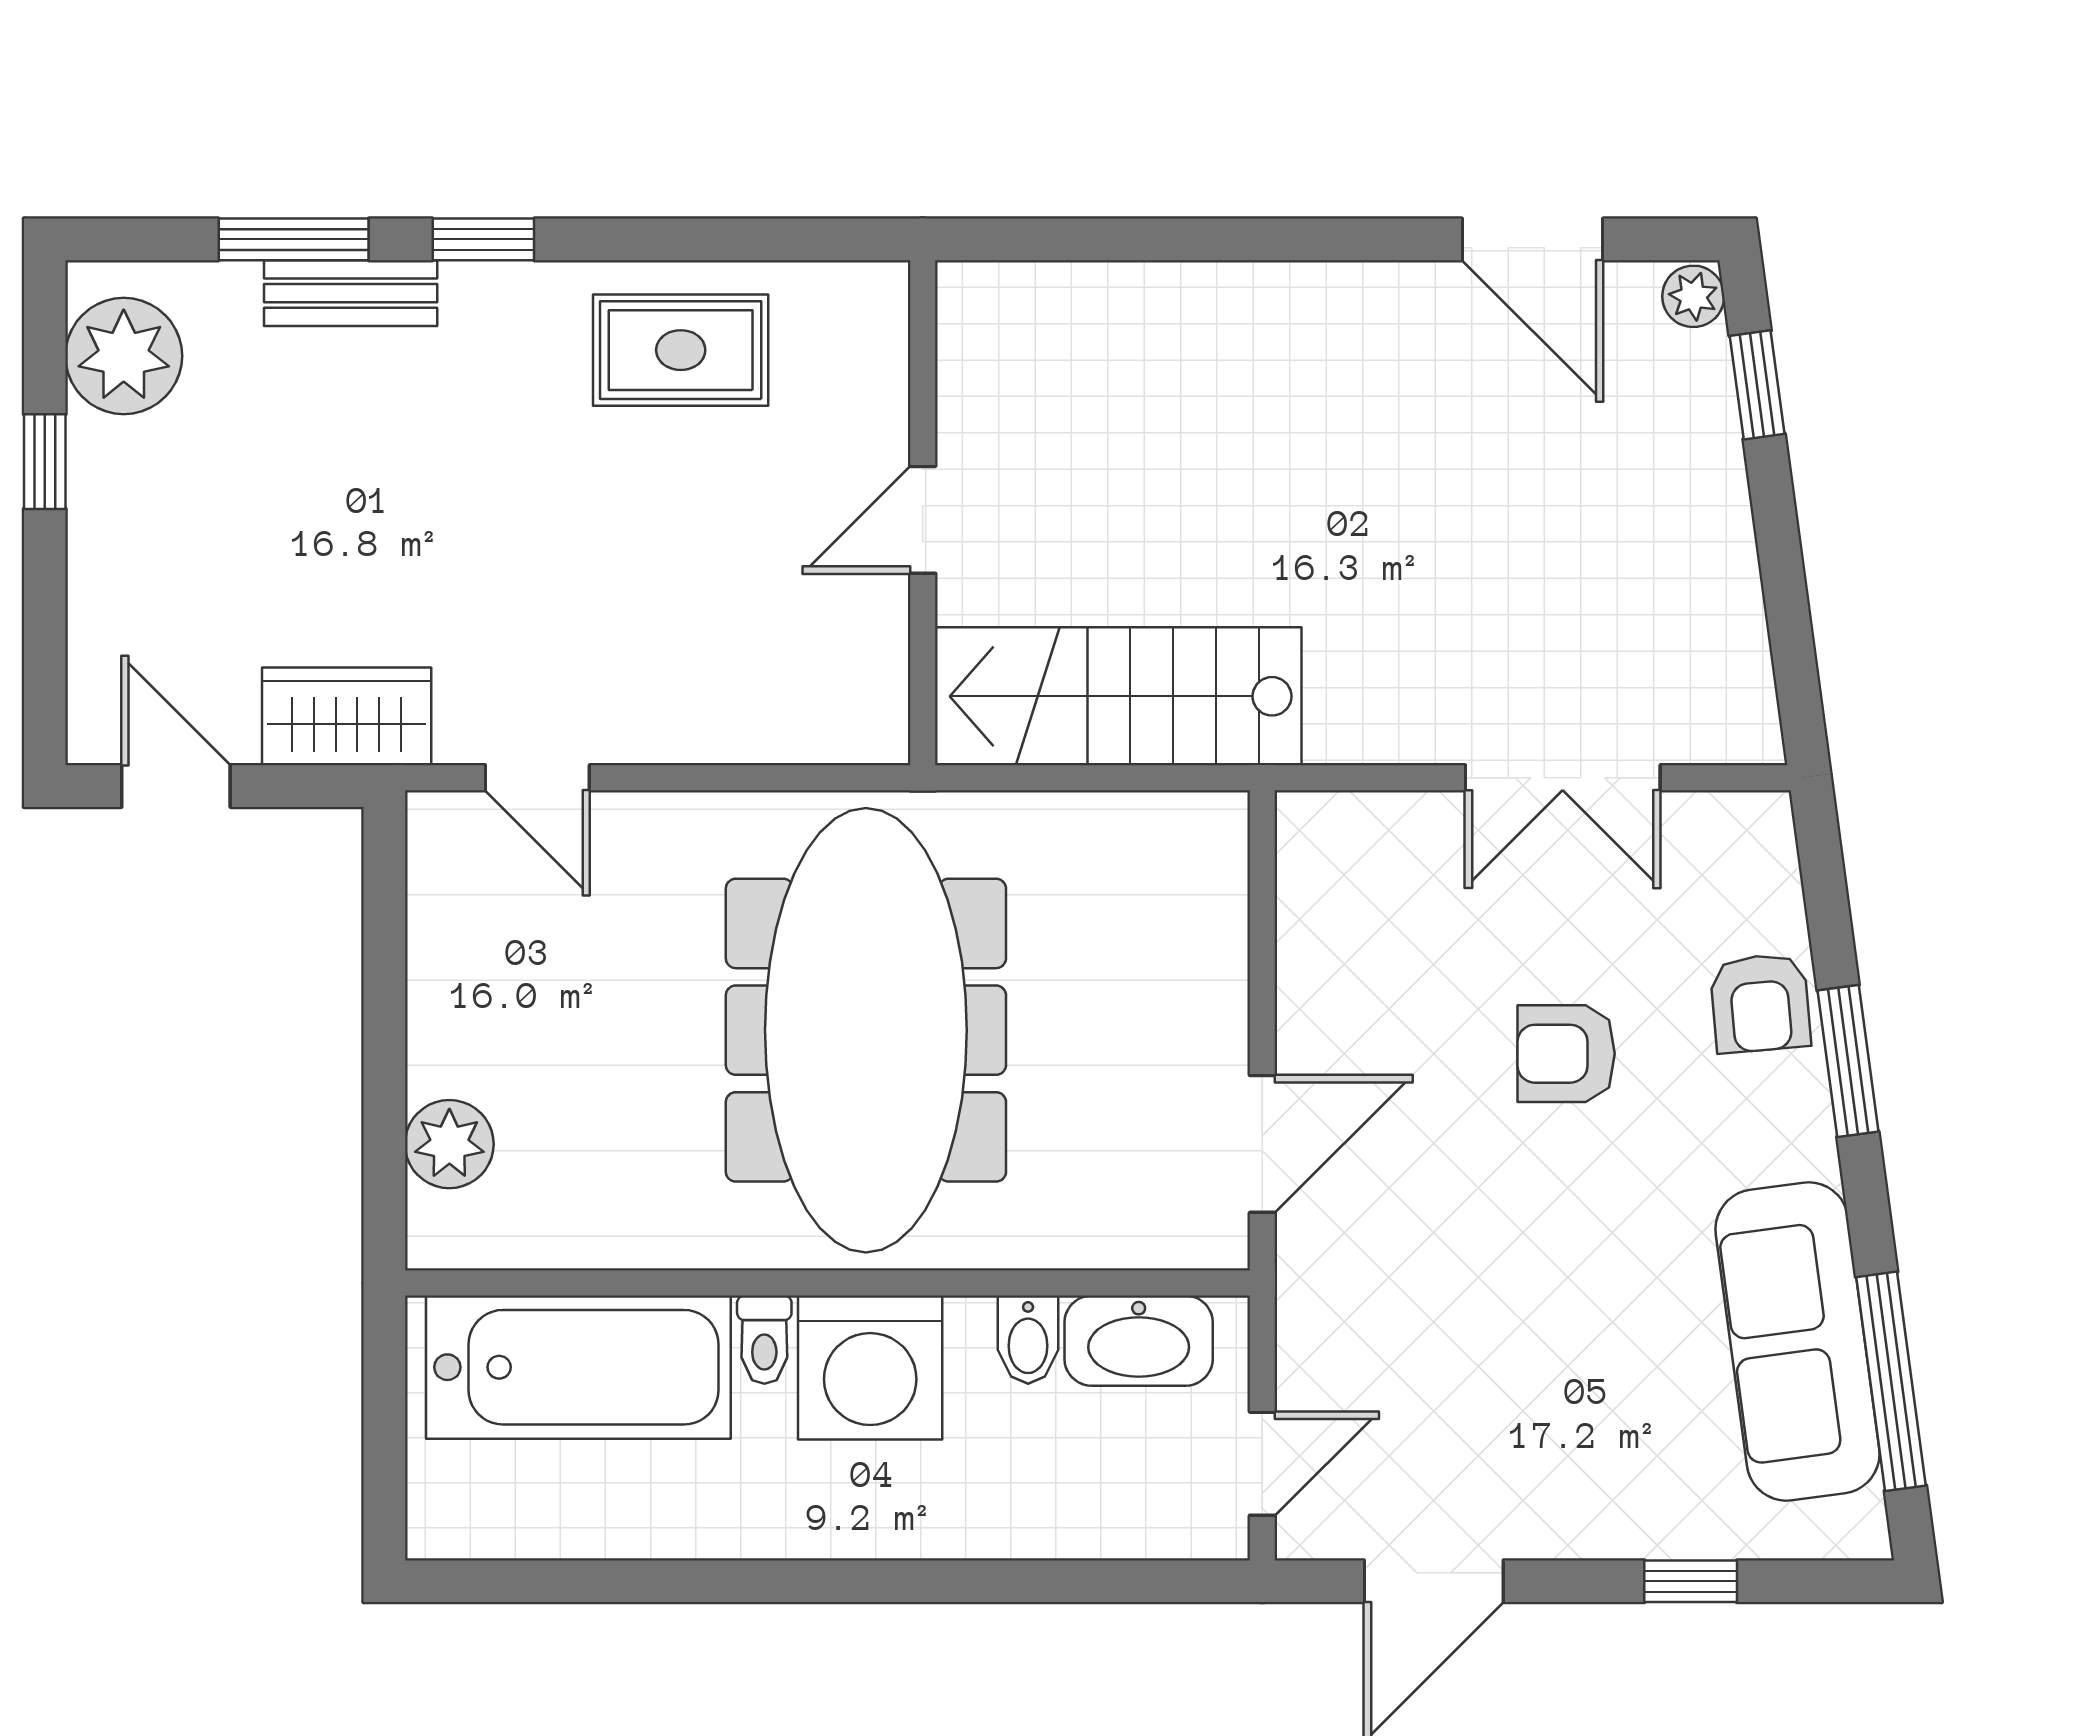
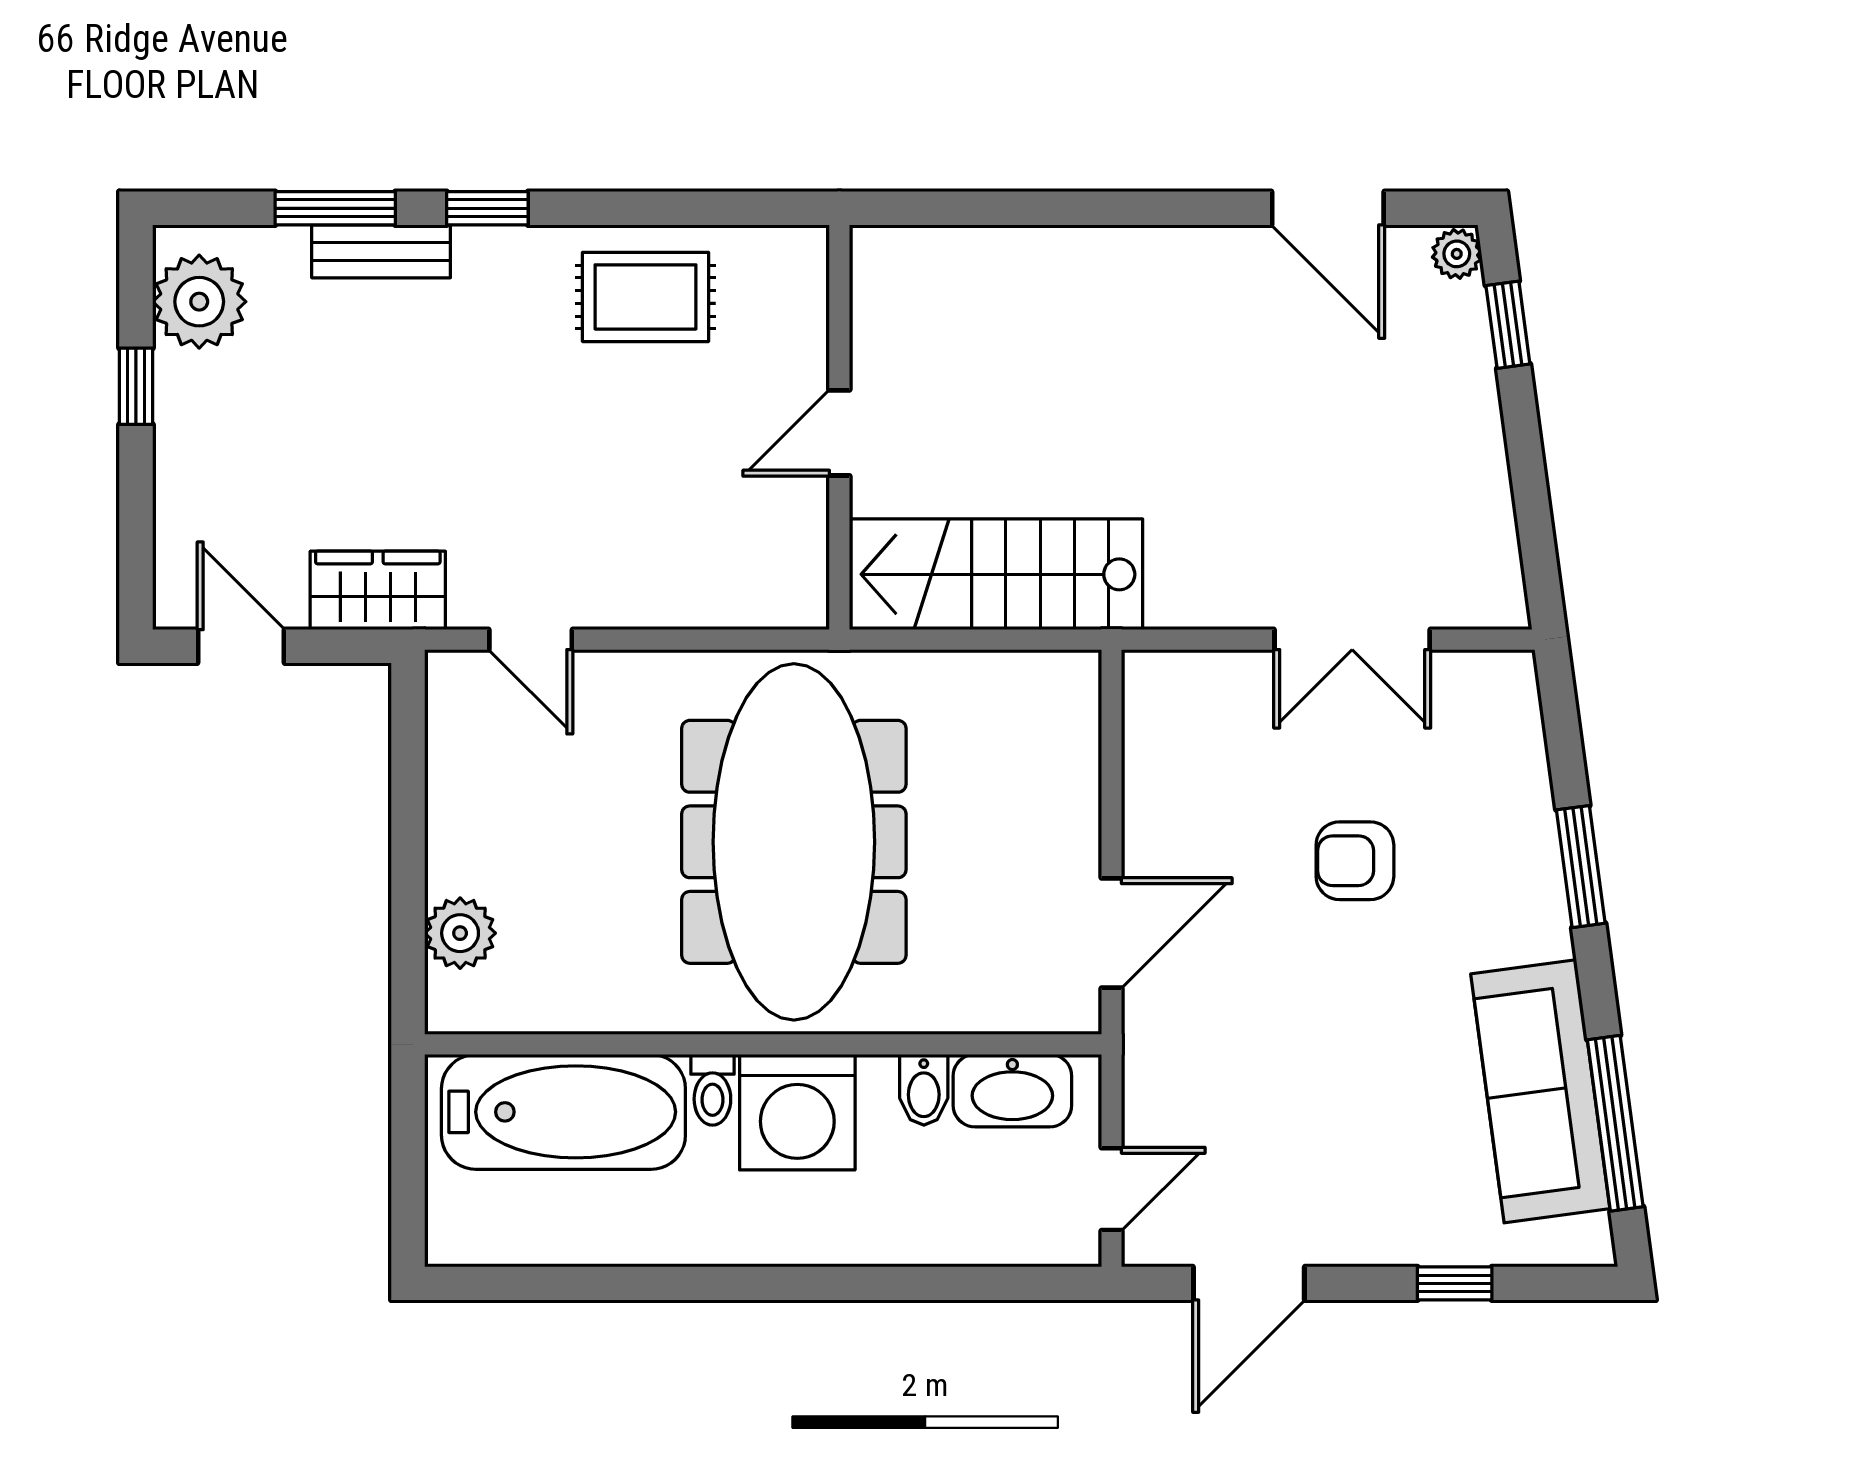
armchair: (1760, 1003) -> (1510, 820), removed

